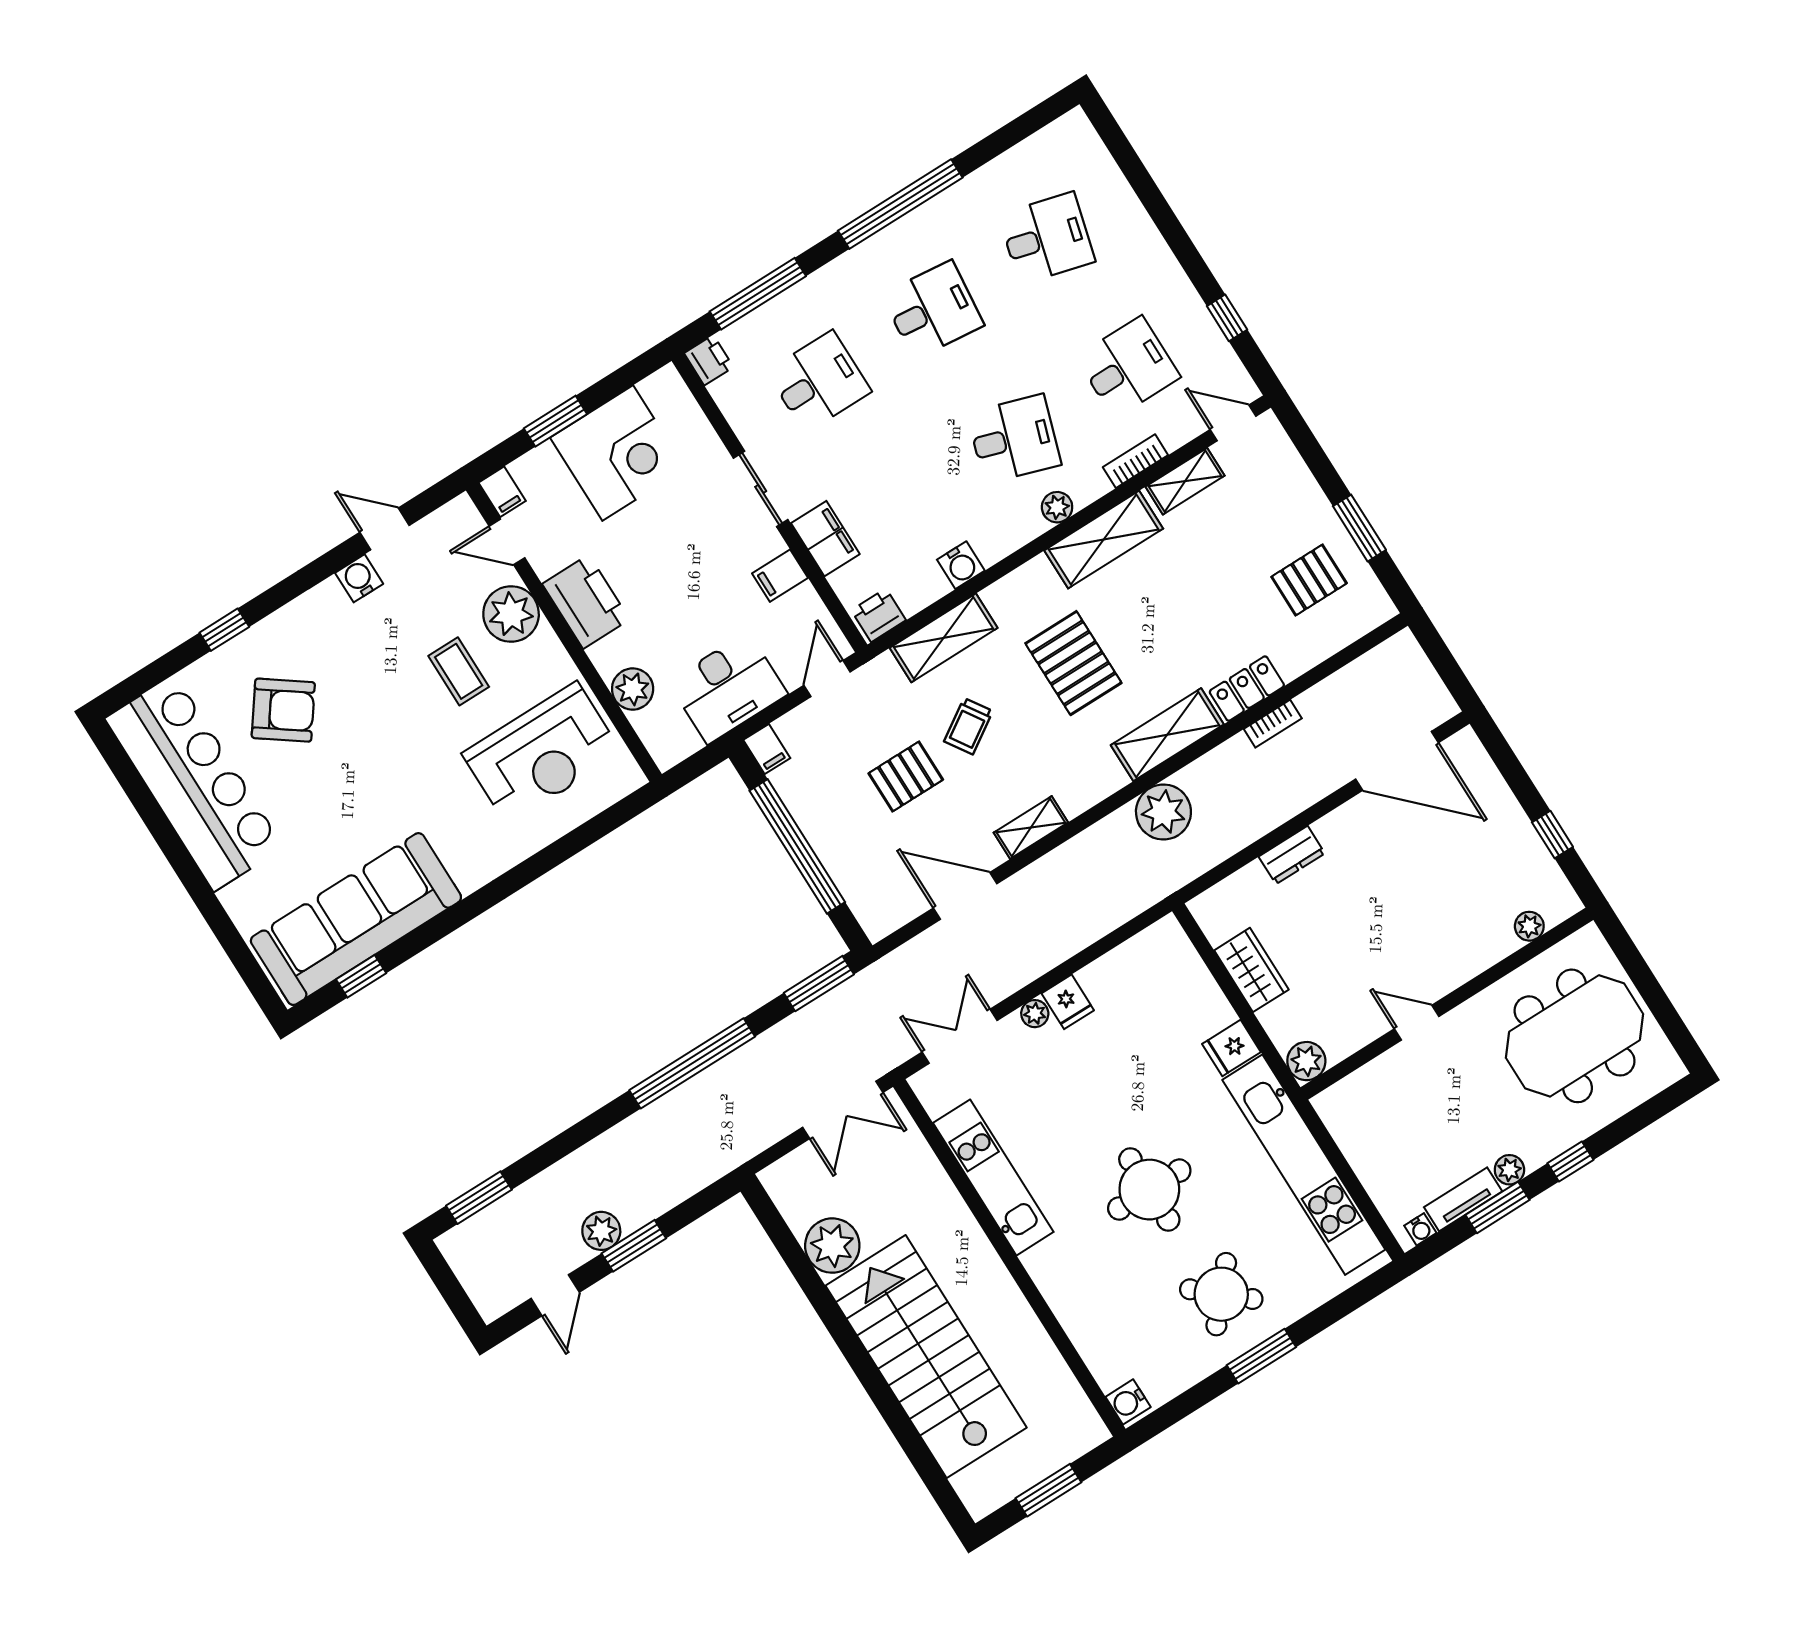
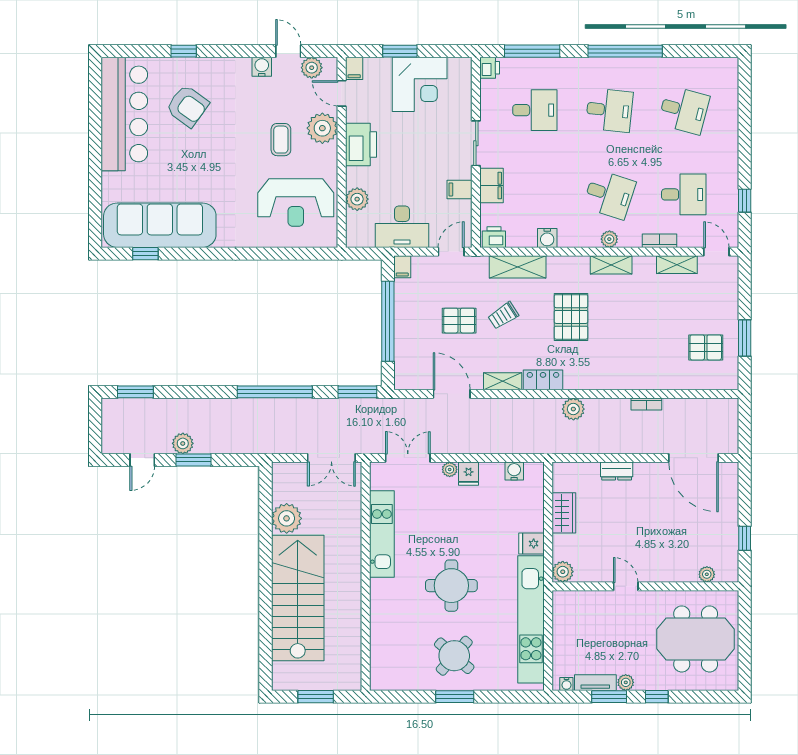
plant: (436, 532) -> (312, 68), added
shelving: (1104, 540) -> (611, 265), width x0.67, depth x0.75
locker: (1247, 689) -> (543, 380), moved
shelving: (1167, 735) -> (594, 378), removed
plant: (1163, 812) -> (573, 409), width x0.73, depth x0.73
water cooler: (1128, 1402) -> (514, 471), moved, turned 90

